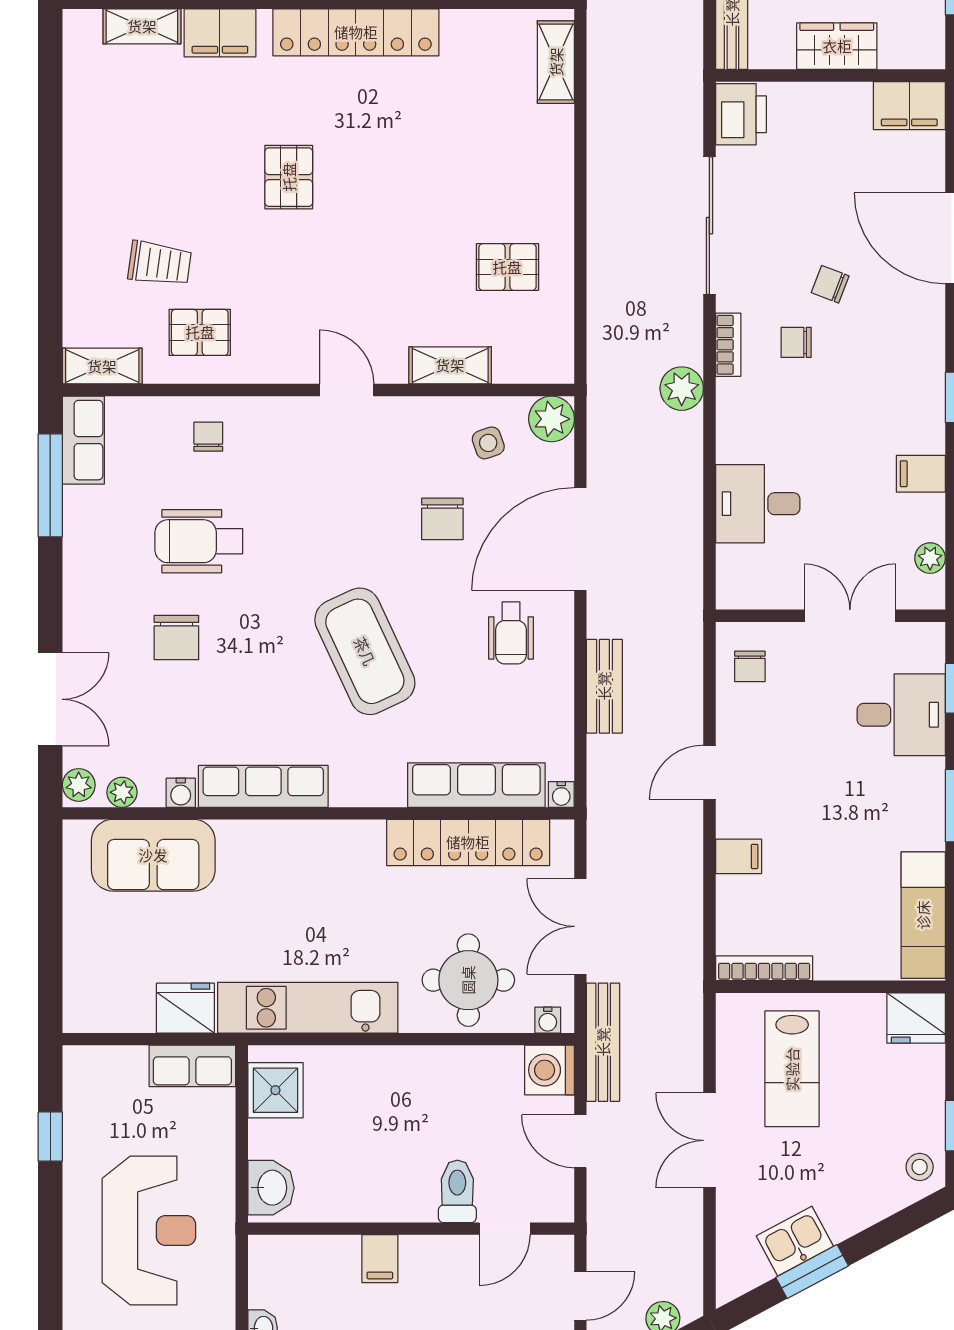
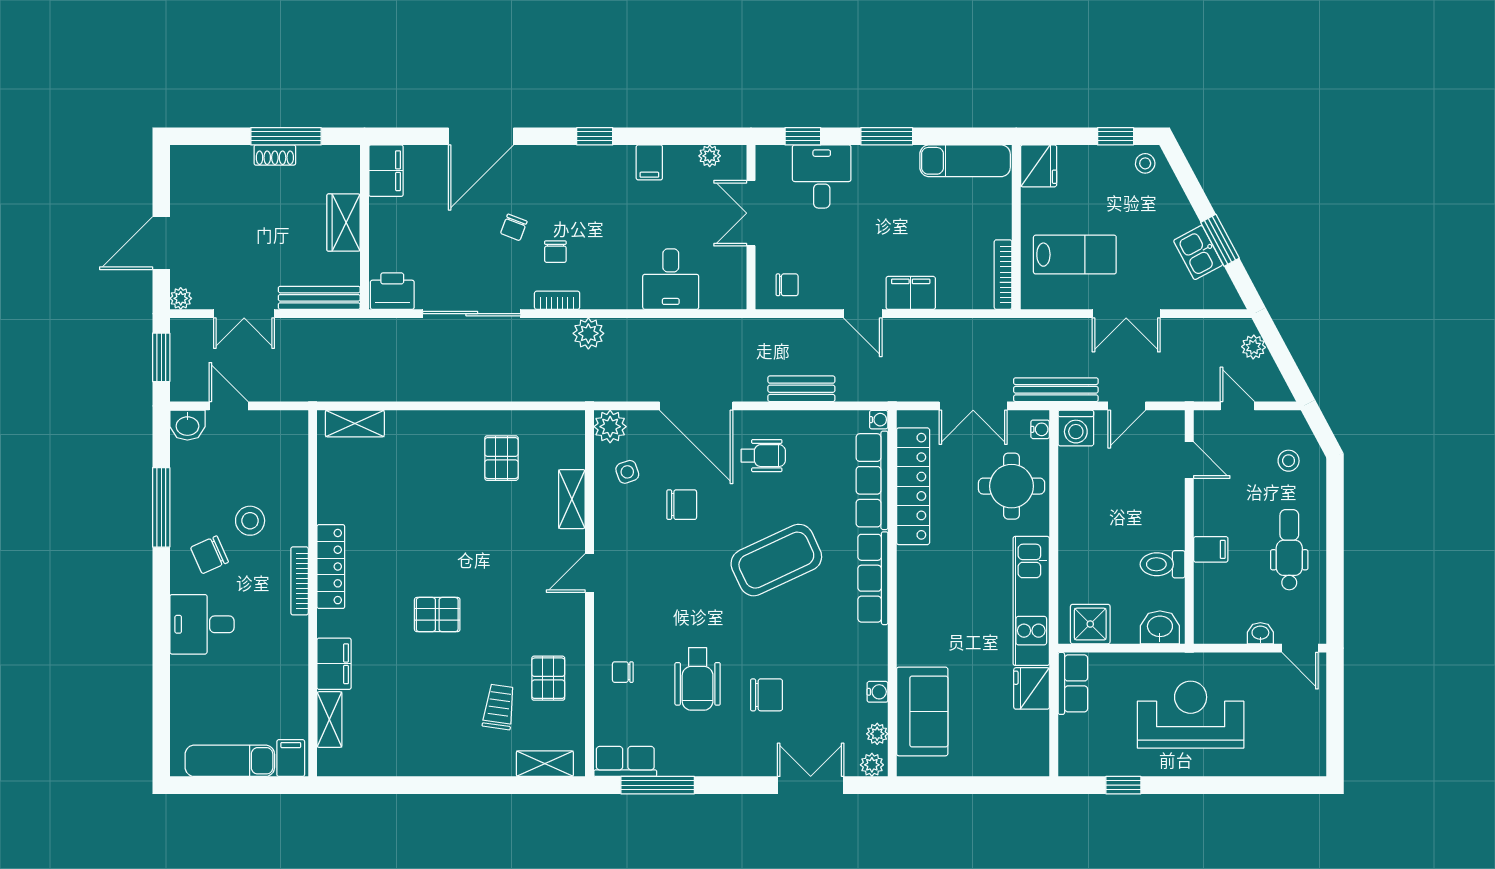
locker: (356, 32) -> (331, 567), width x0.71, depth x0.83
shelving: (102, 366) -> (545, 764), moved, turned 90
row of seats: (263, 786) -> (873, 578), moved
filing cabinet: (739, 856) -> (911, 293), width x2.00
toilet: (457, 1191) -> (1163, 564), moved

